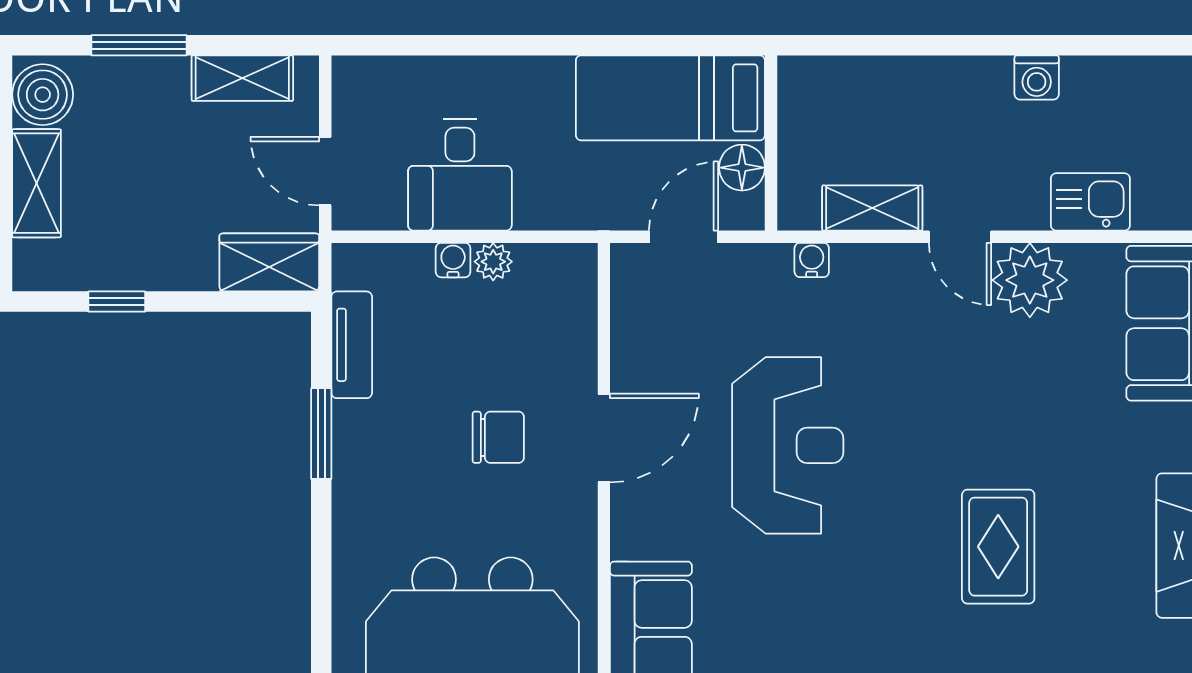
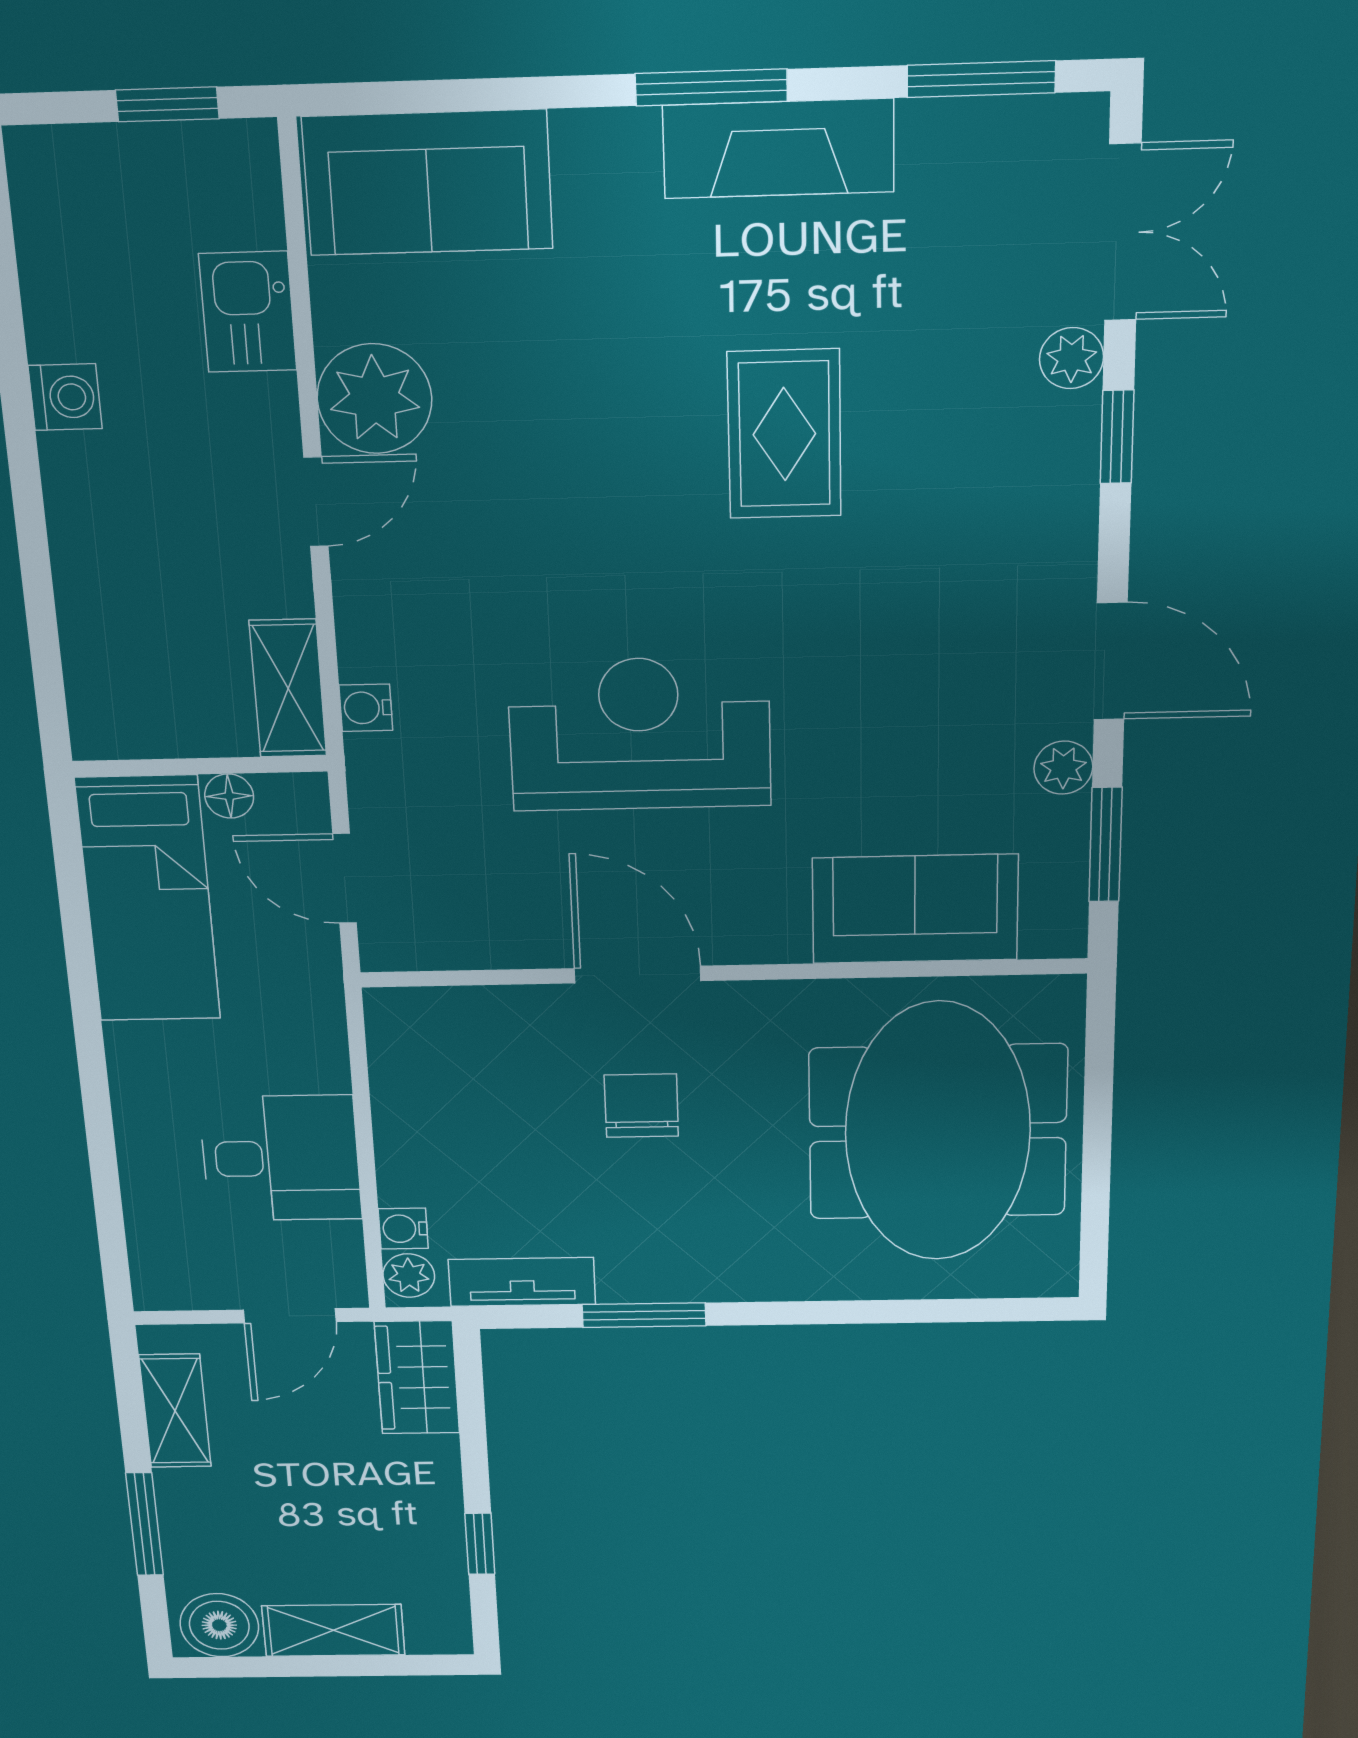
floor lamp: (742, 168) -> (229, 796), width x0.73, depth x0.73
shelving: (872, 208) -> (288, 688), moved
water cooler: (453, 260) -> (403, 1229), moved
plant: (493, 262) -> (409, 1275), moved
rug: (998, 547) -> (784, 434), turned 90

